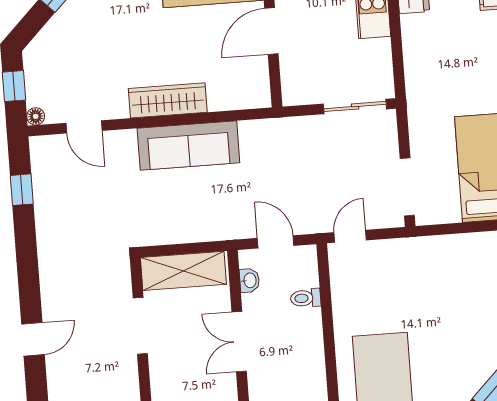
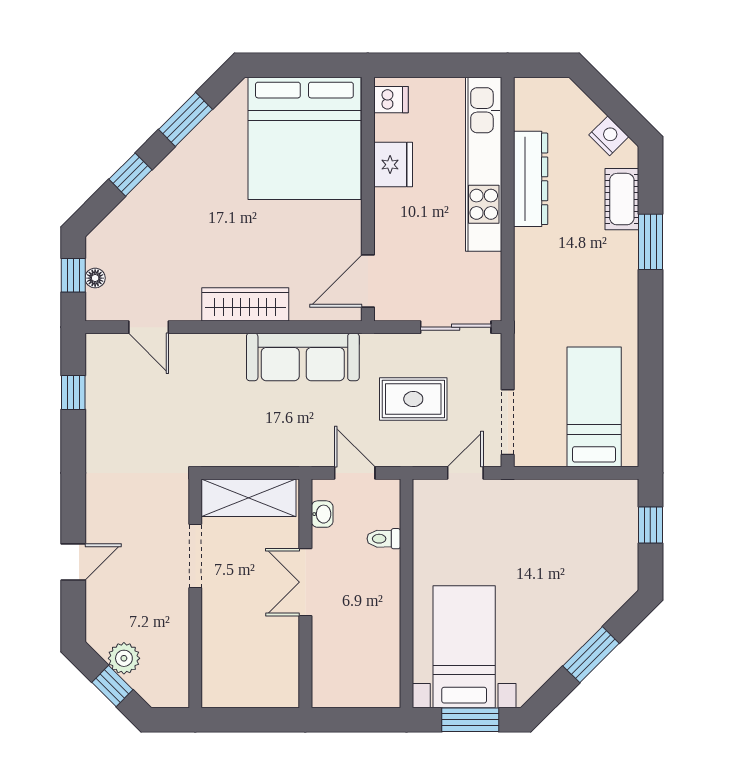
door: (271, 31) -> (368, 281), moved
floor lamp: (36, 116) -> (95, 278), moved
sofa: (188, 146) -> (303, 357), moved
rug: (322, 173) -> (413, 399), added
door: (350, 236) -> (465, 473), moved

